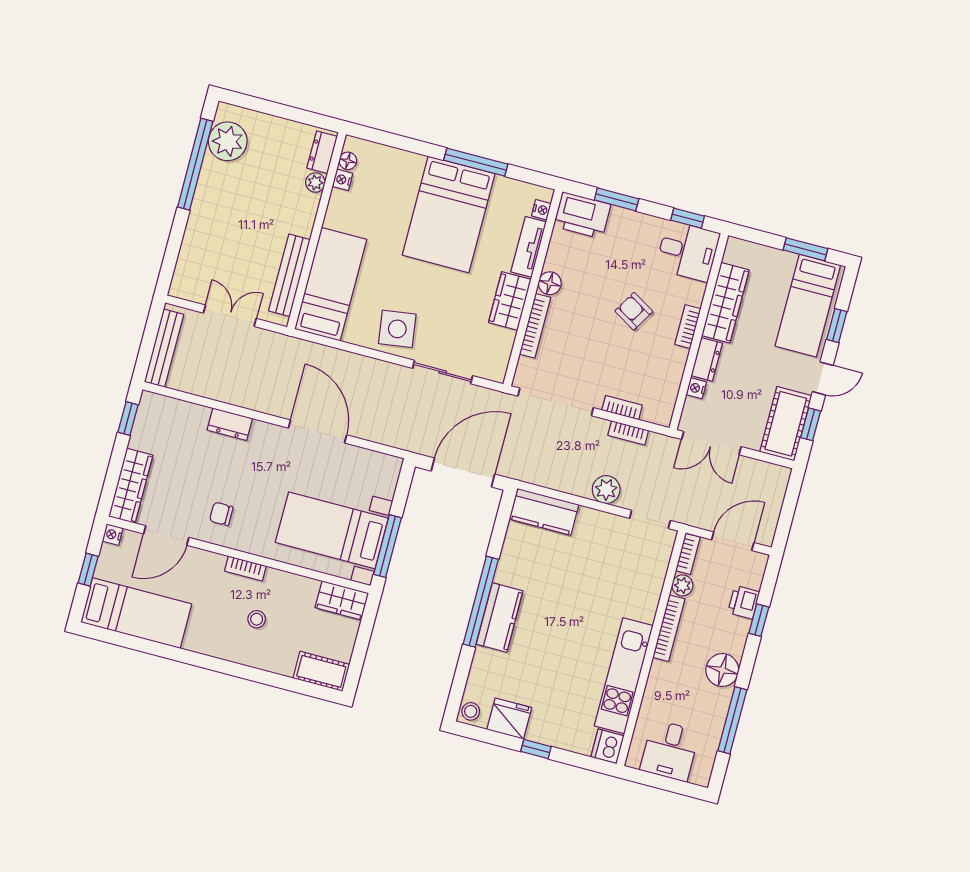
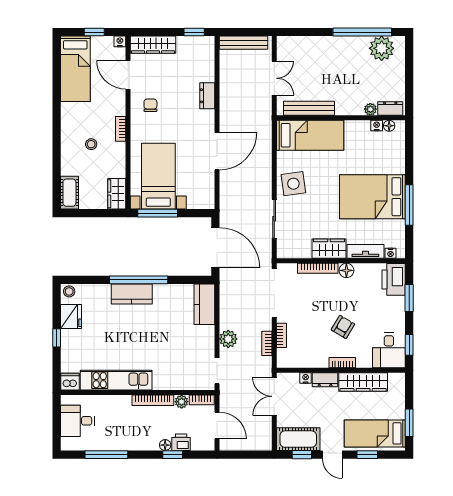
floor lamp: (722, 670) -> (165, 445), moved, width x0.53, depth x0.53

